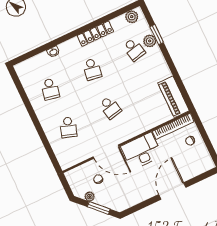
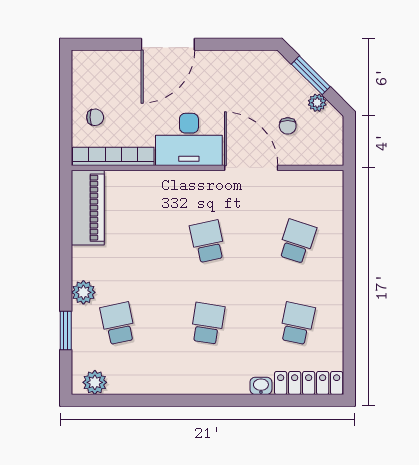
locker: (95, 34) -> (309, 383), moved
plant: (150, 41) -> (83, 292), moved

